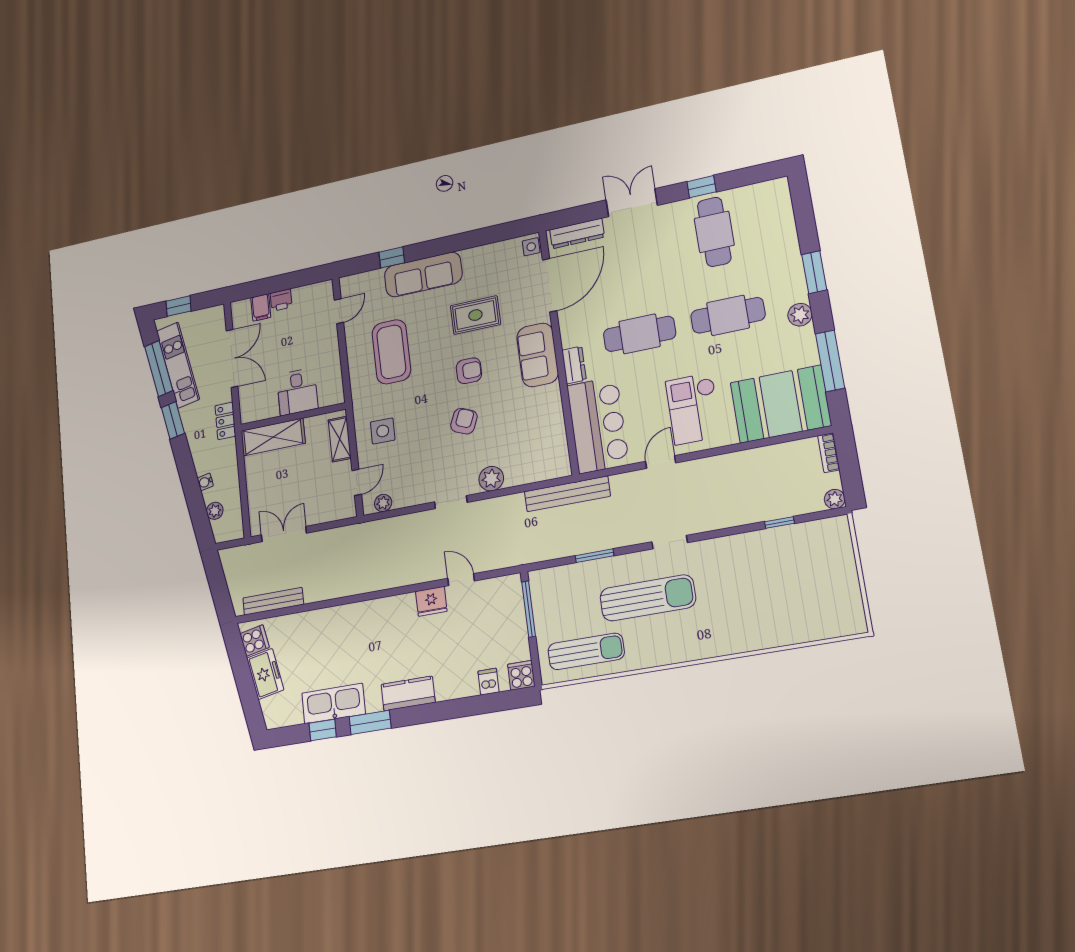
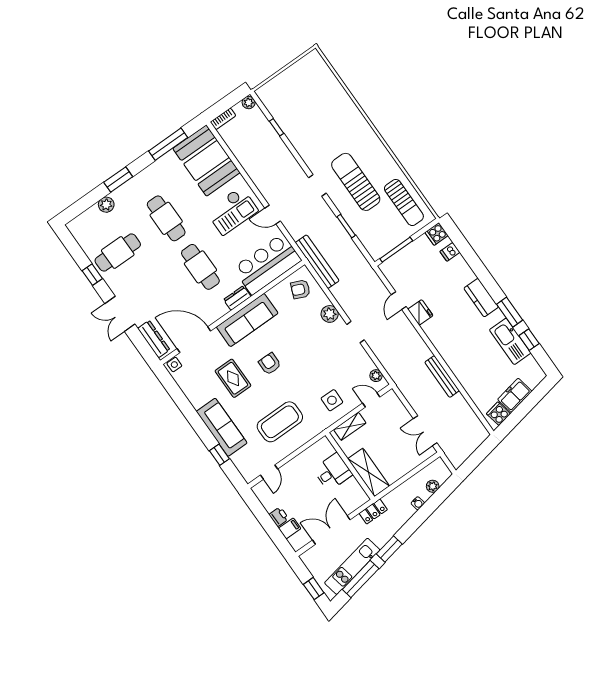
door: (339, 311) -> (269, 472), swing flipped
plant: (800, 315) -> (106, 205), moved
sofa: (538, 355) -> (247, 320), width x1.36
armchair: (464, 421) -> (300, 289), moved
bench: (273, 601) -> (442, 376), moved
sun lounger: (586, 651) -> (404, 202), turned 180

